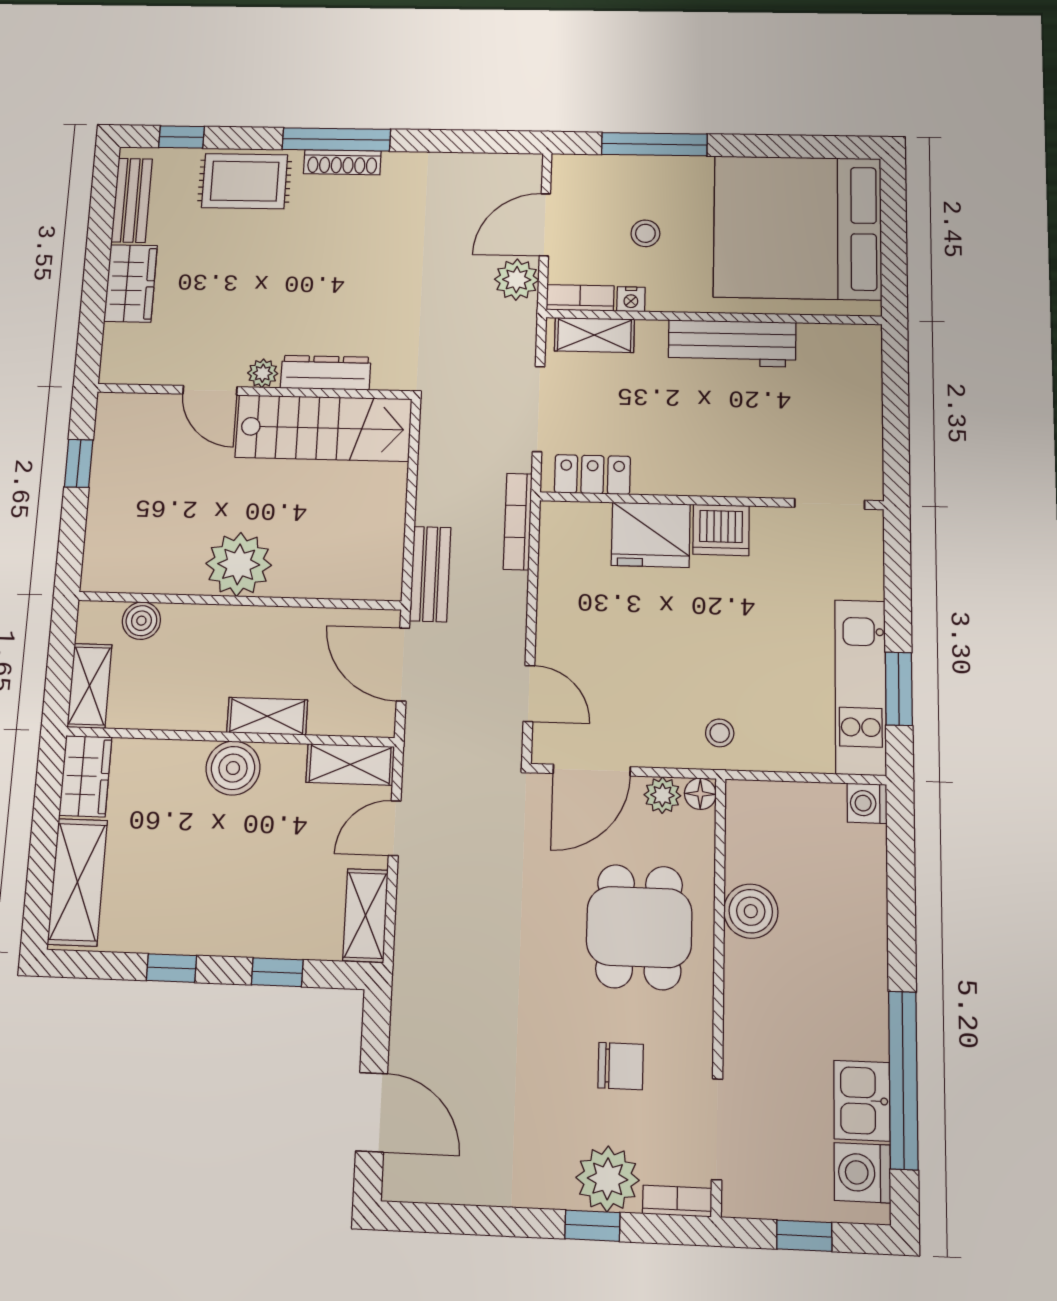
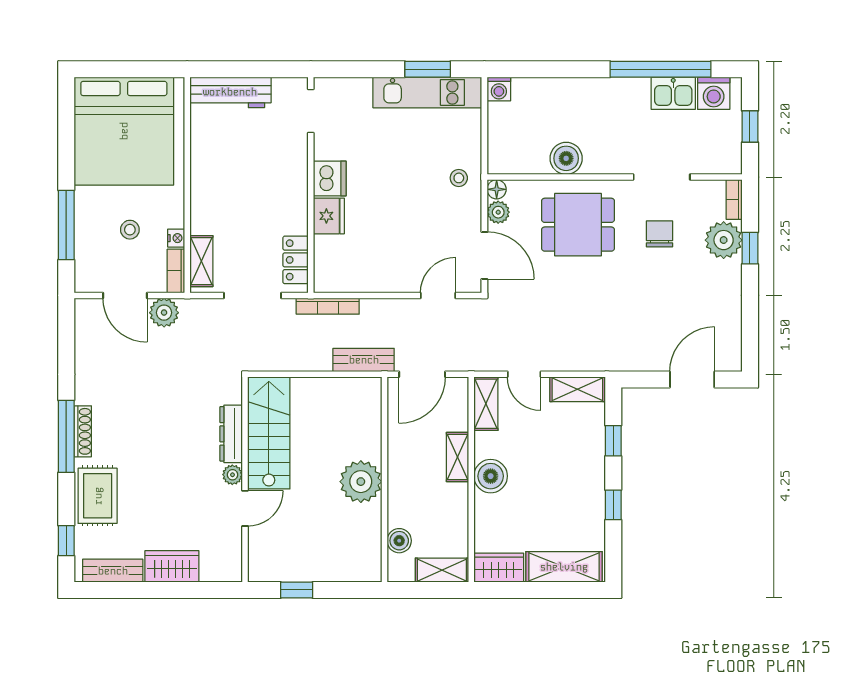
workbench: (732, 343) -> (230, 92), moved, turned 90
fridge: (651, 535) -> (329, 216), width x0.73, depth x0.75
doorway: (717, 1129) -> (662, 177), moved

